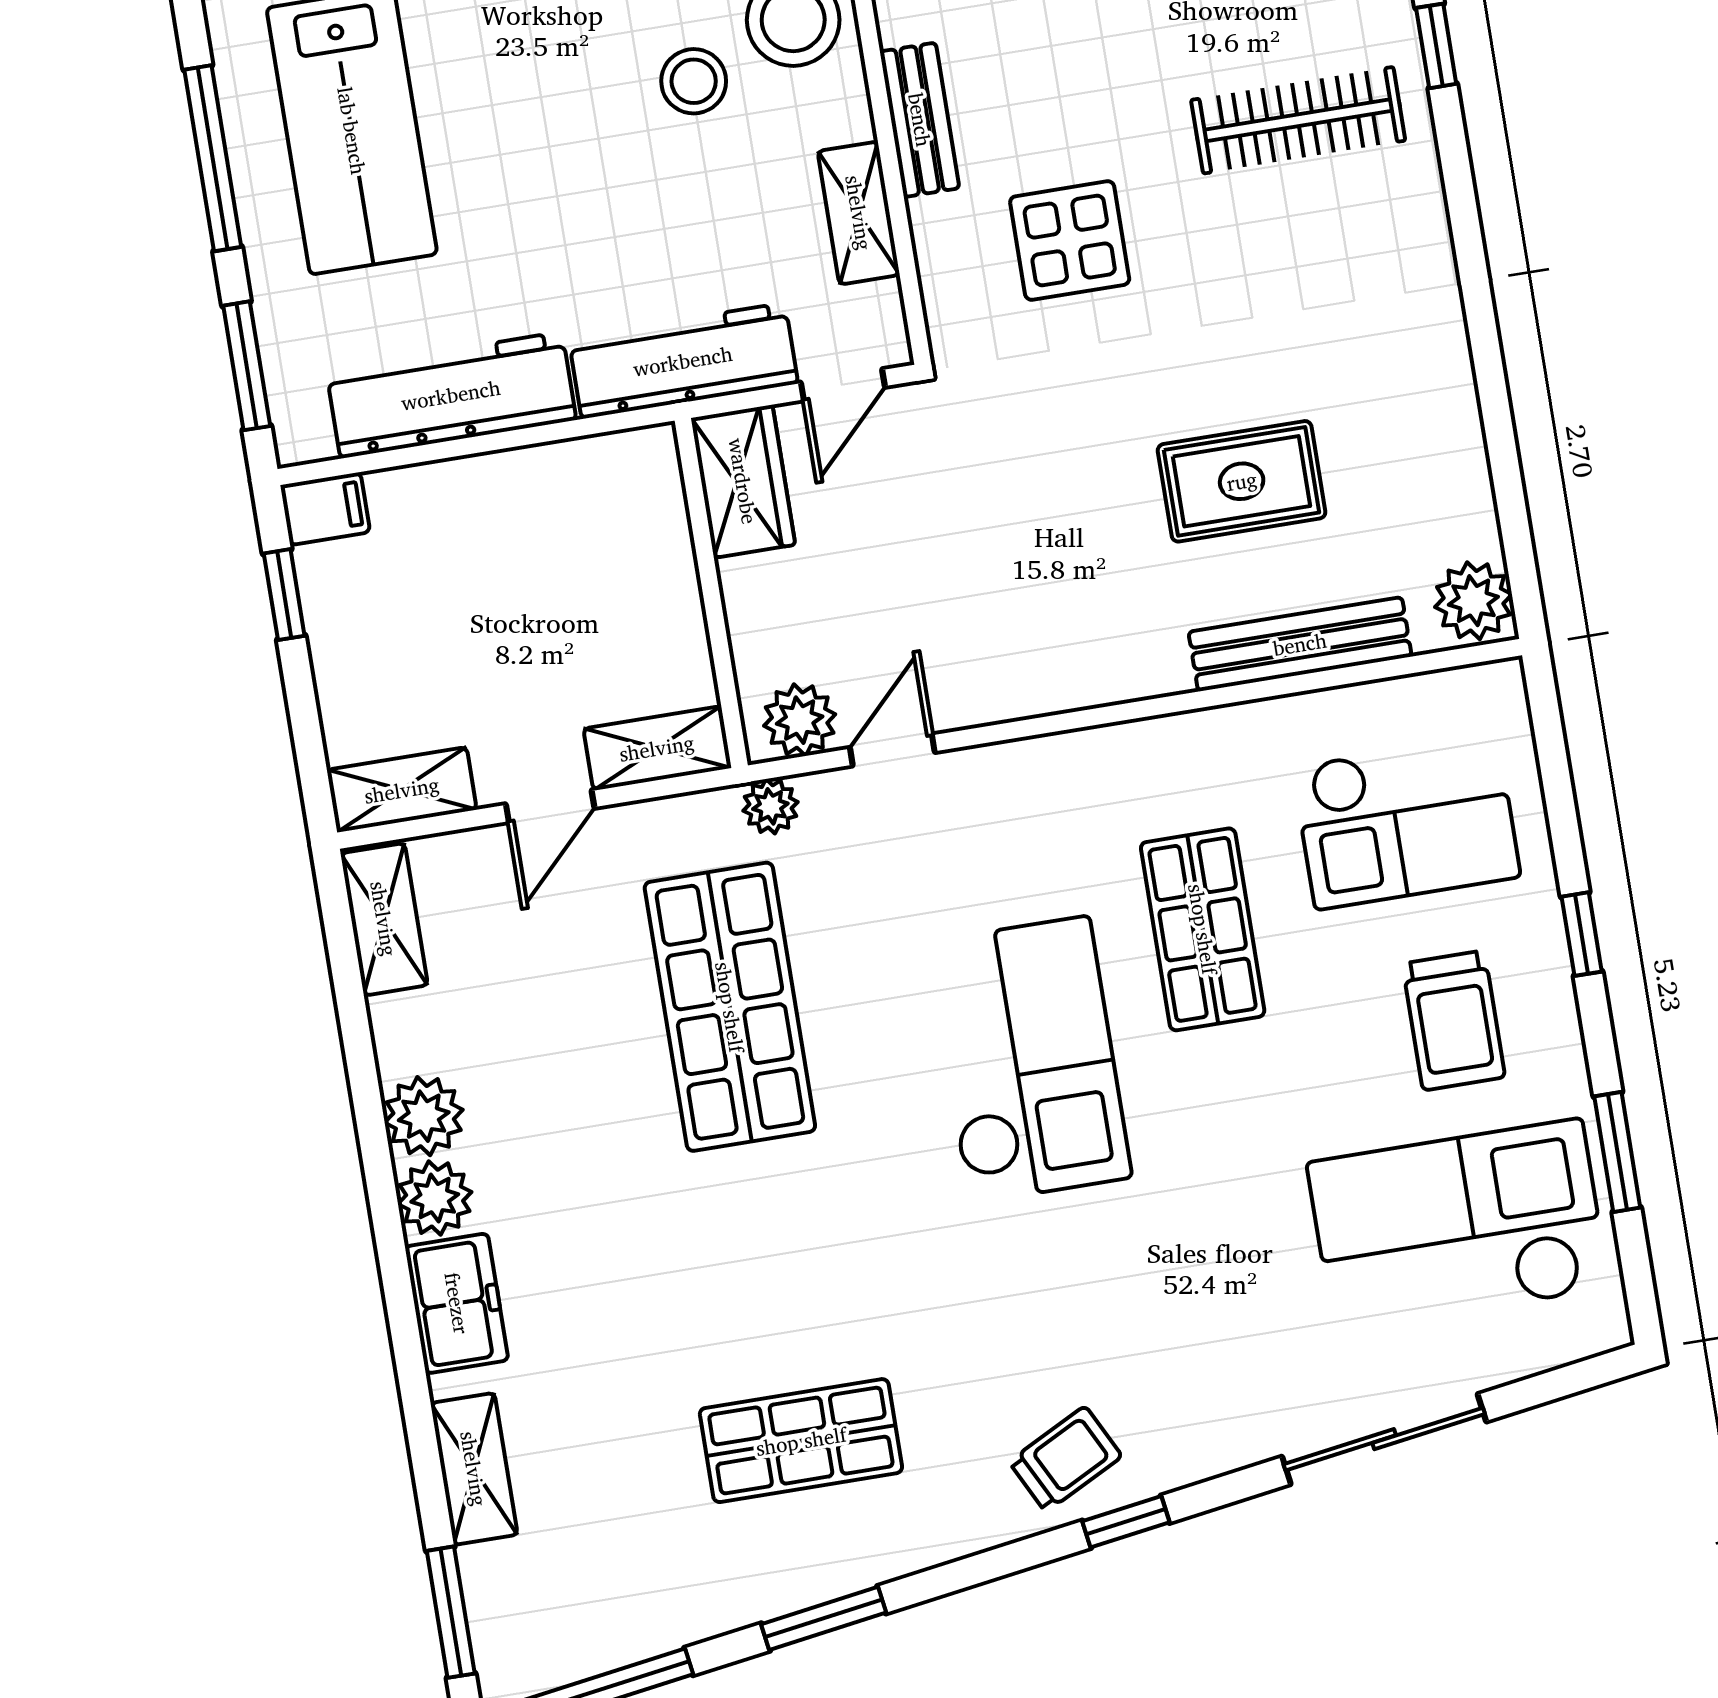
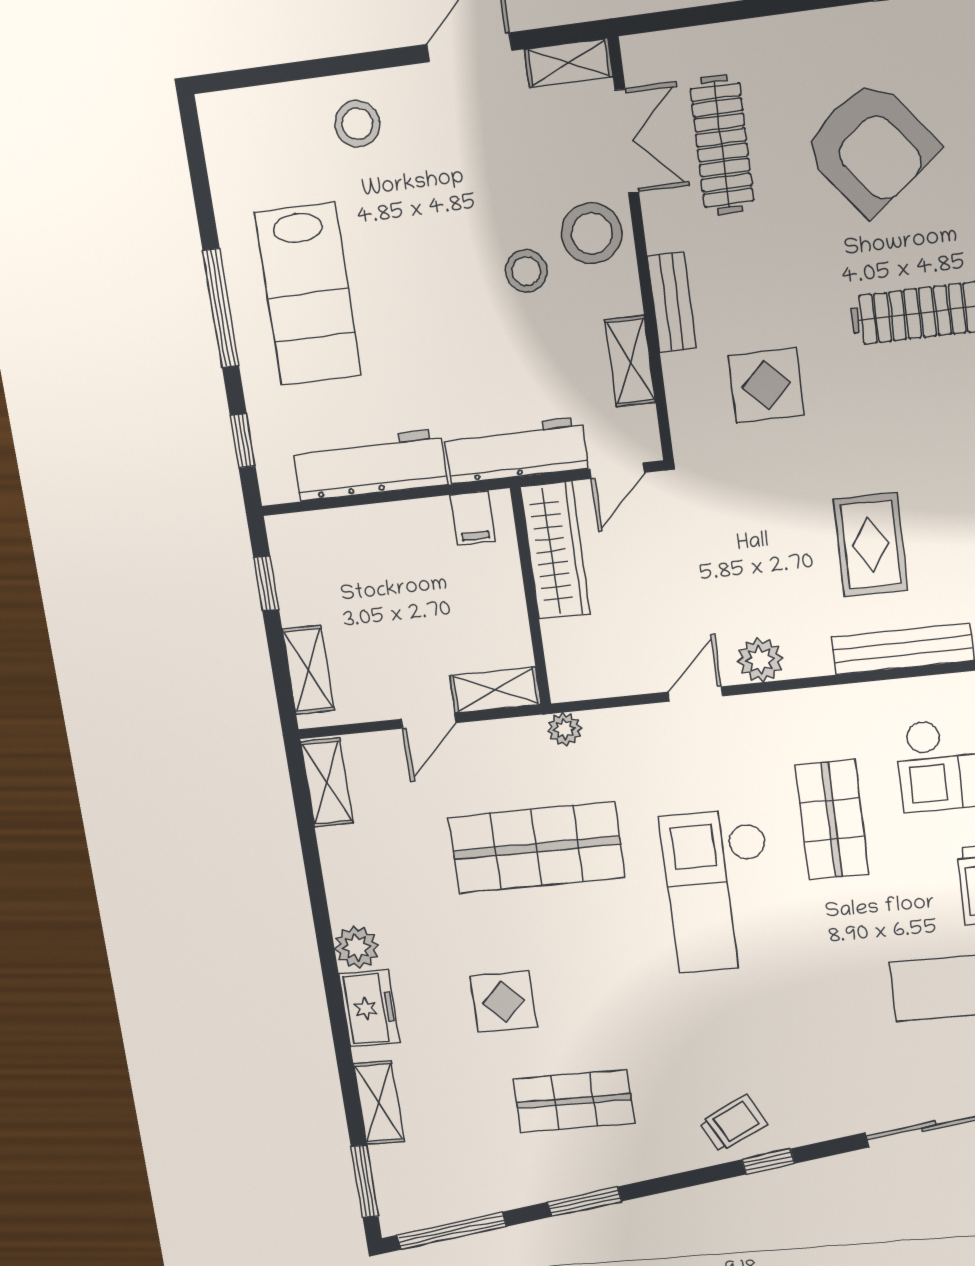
window: (247, 366) -> (243, 441), width x0.67
wardrobe: (743, 481) -> (555, 551), width x1.50
rug: (1242, 481) -> (871, 545), turned 90
filing cabinet: (325, 509) -> (473, 518), moved, turned 90
plant: (800, 720) -> (760, 660), moved
door: (892, 750) -> (695, 694), moved
shelving: (402, 790) -> (308, 670), moved, turned 90
shop shelf: (730, 1007) -> (537, 847), turned 90
checkout: (1029, 1060) -> (720, 891), turned 180
plant: (424, 1116) -> (350, 899), removed
display table: (681, 1275) -> (503, 1002), added

